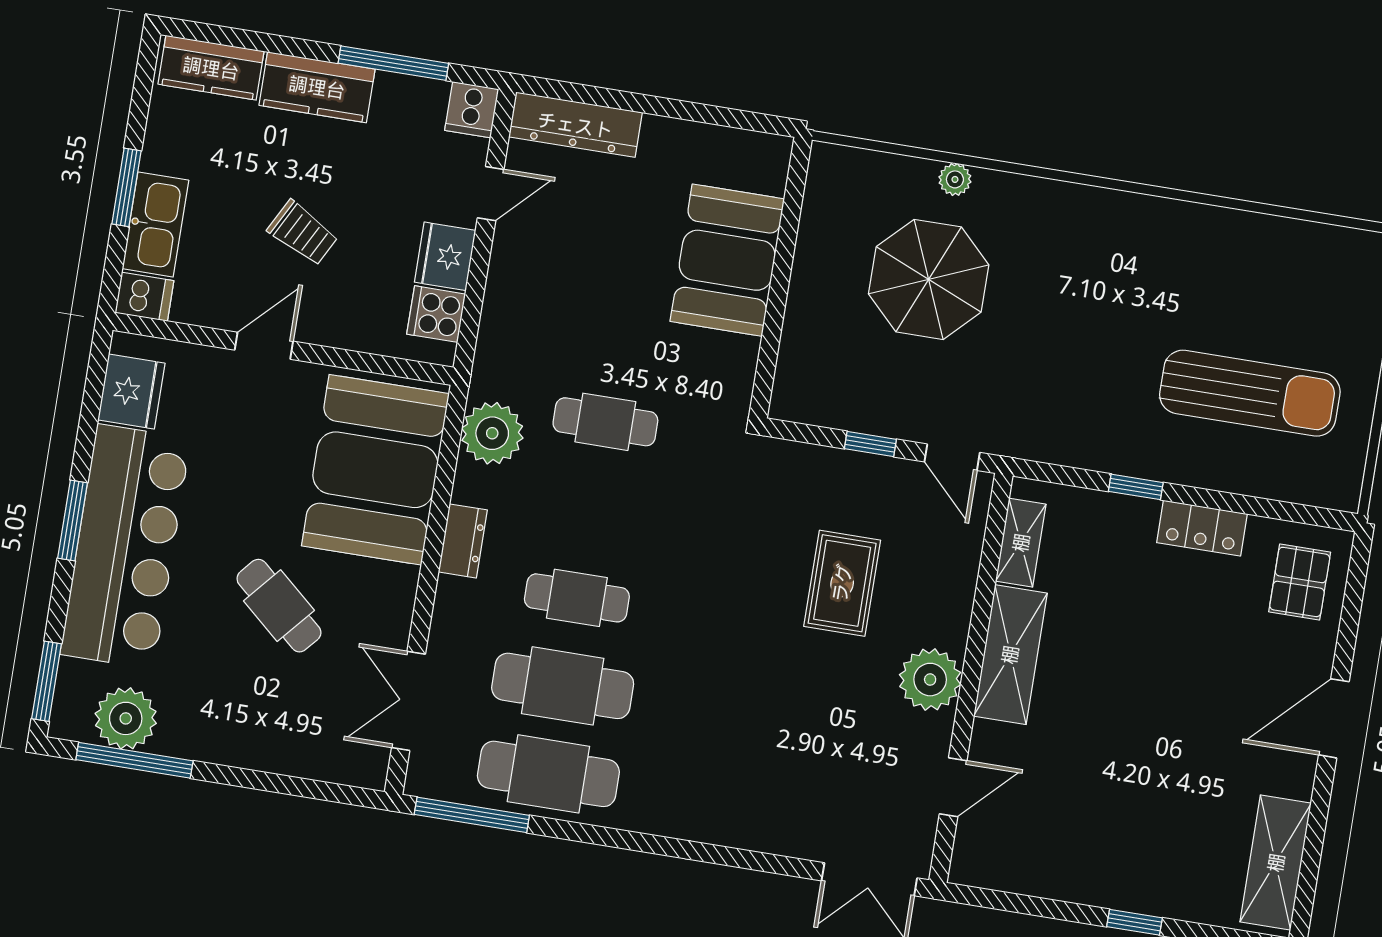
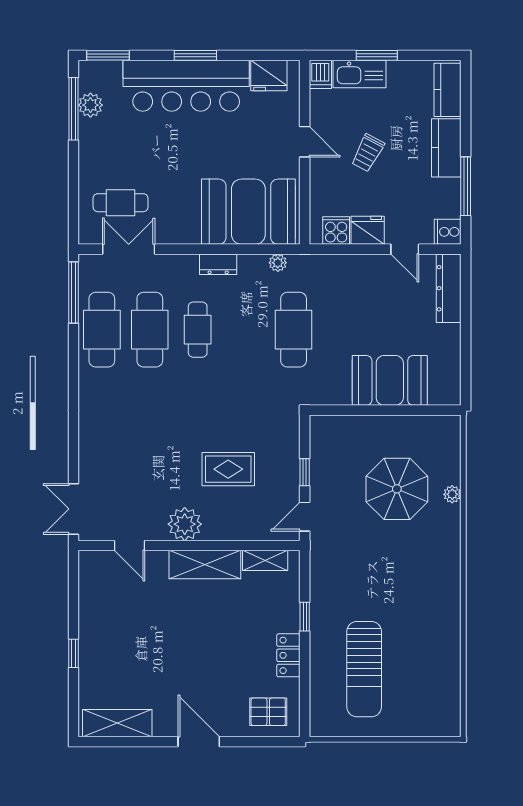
cafe table: (605, 422) -> (294, 330), width x1.37, depth x1.35
plant: (492, 433) -> (278, 263), width x0.53, depth x0.53
cafe table: (279, 606) -> (121, 203), moved, turned 49
plant: (126, 718) -> (90, 105), width x0.73, depth x0.73

